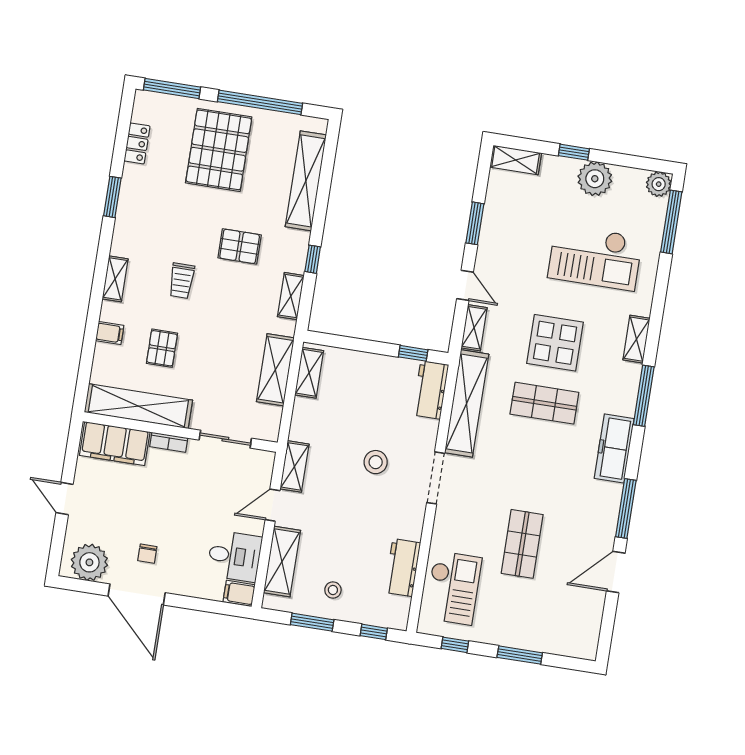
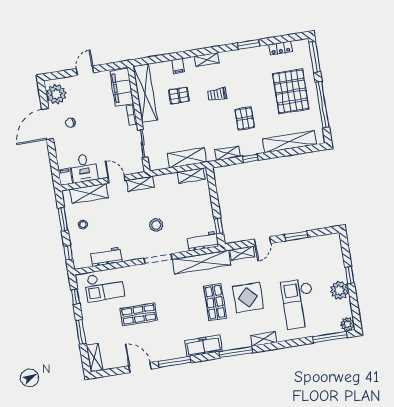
pallet: (219, 150) -> (291, 91), turned 90
shelving: (516, 160) -> (94, 357), moved

